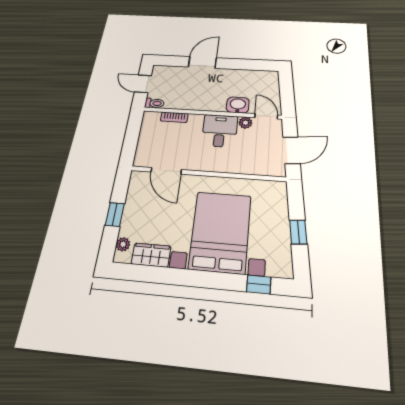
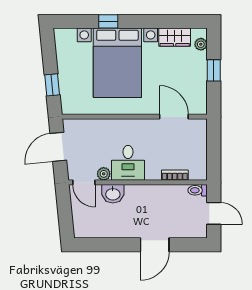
window: (298, 232) -> (52, 85), moved
window: (259, 284) -> (108, 21), moved

